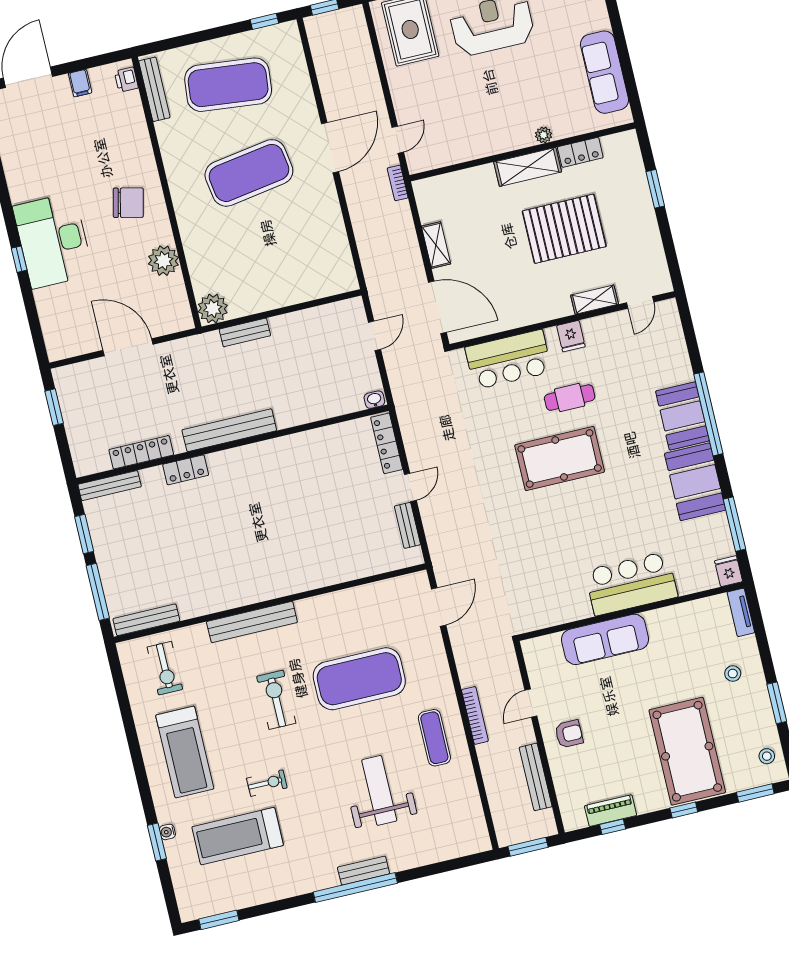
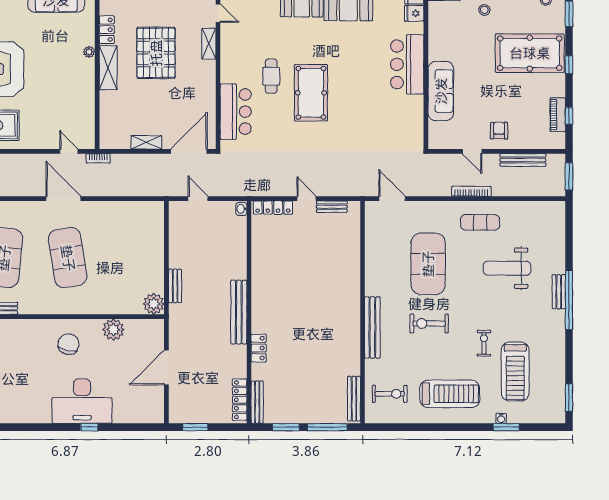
fridge: (571, 336) -> (414, 13), moved, turned 180
locker: (141, 452) -> (240, 400), moved

